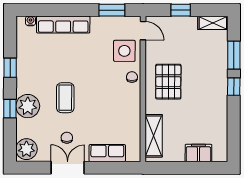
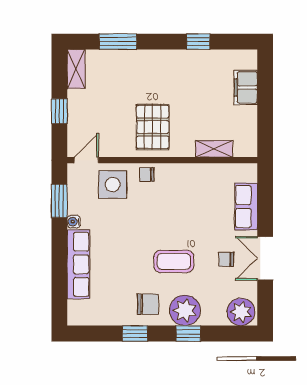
water cooler: (31, 21) -> (74, 222), moved
chair: (33, 78) -> (148, 304), added
pallet: (168, 82) -> (153, 127), turned 90
window: (234, 87) -> (198, 42), moved
shelving: (154, 136) -> (214, 149), width x0.67, depth x0.75

